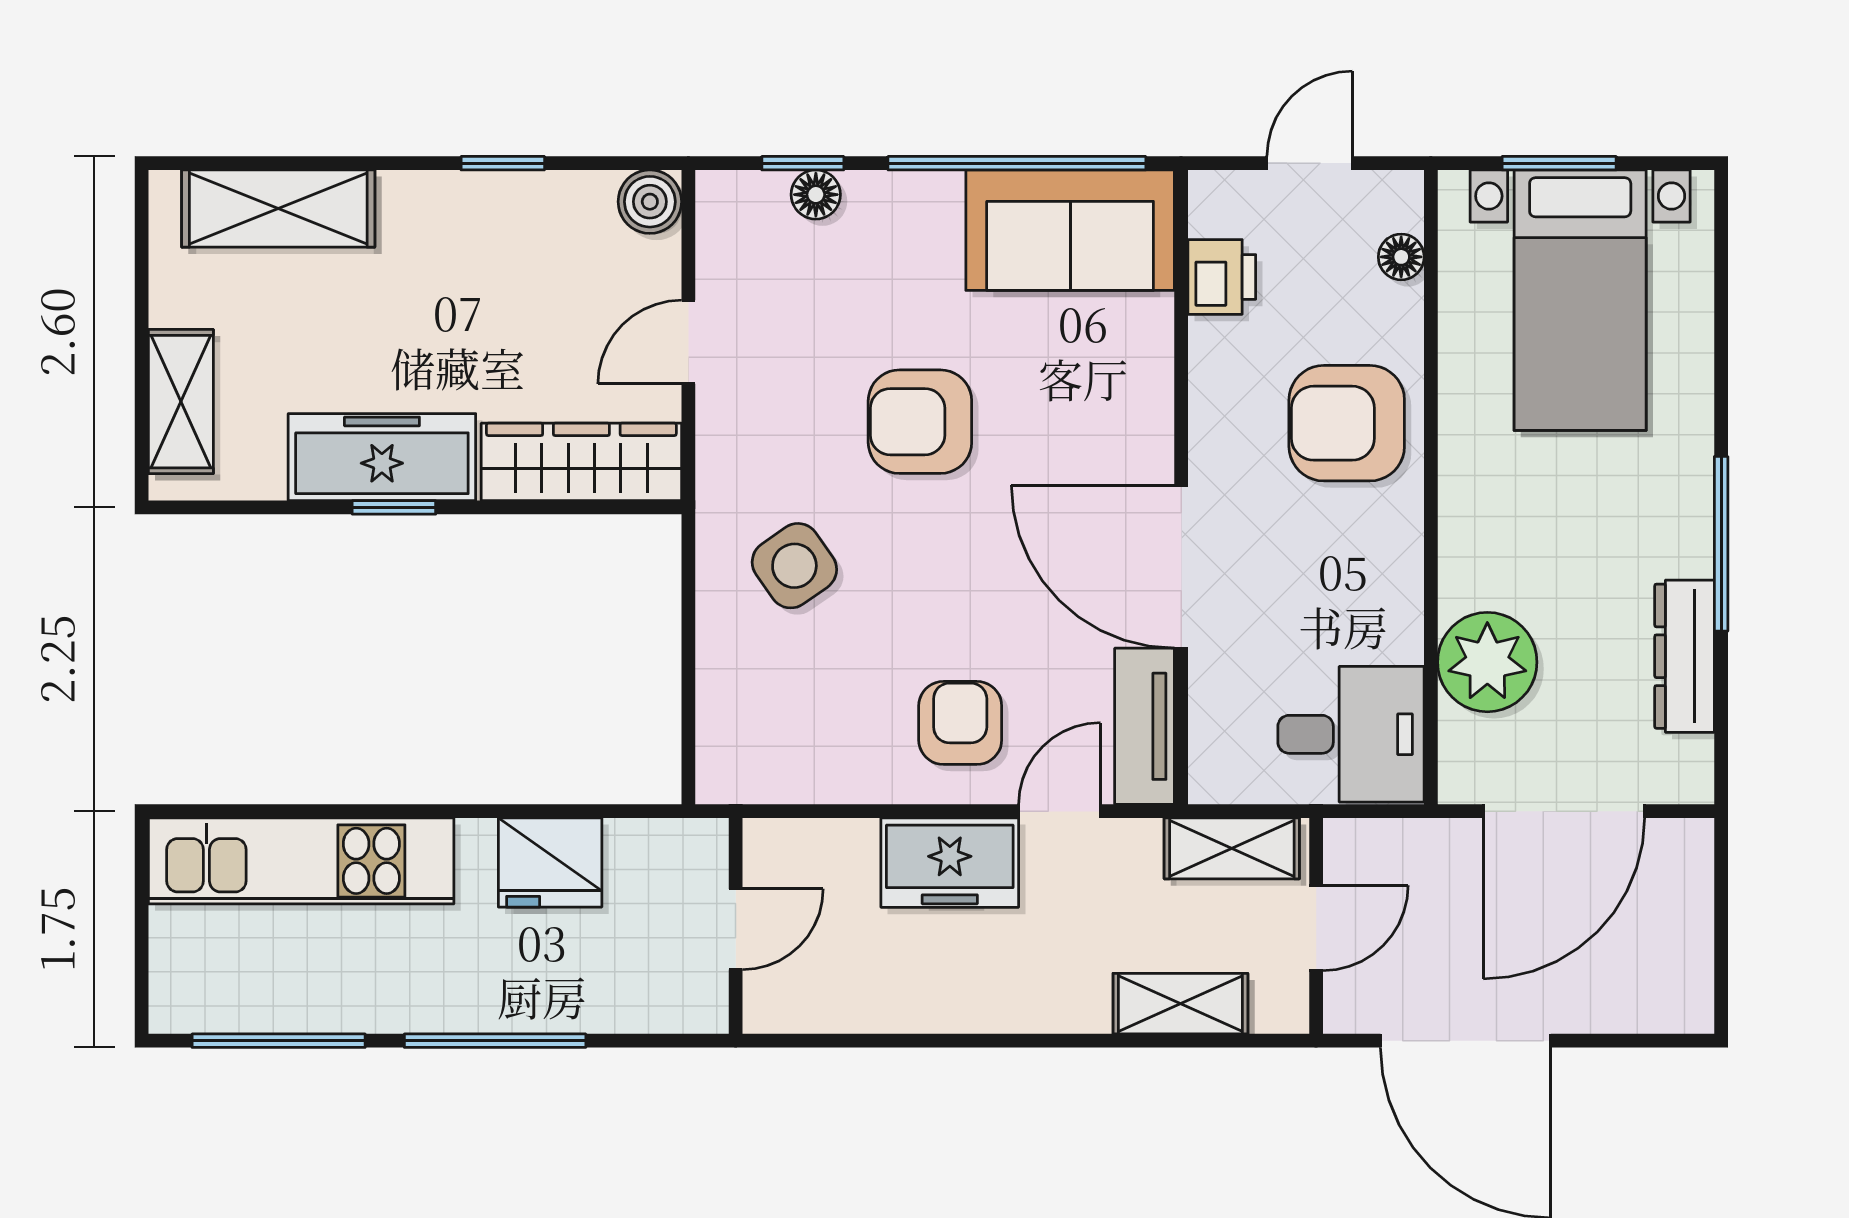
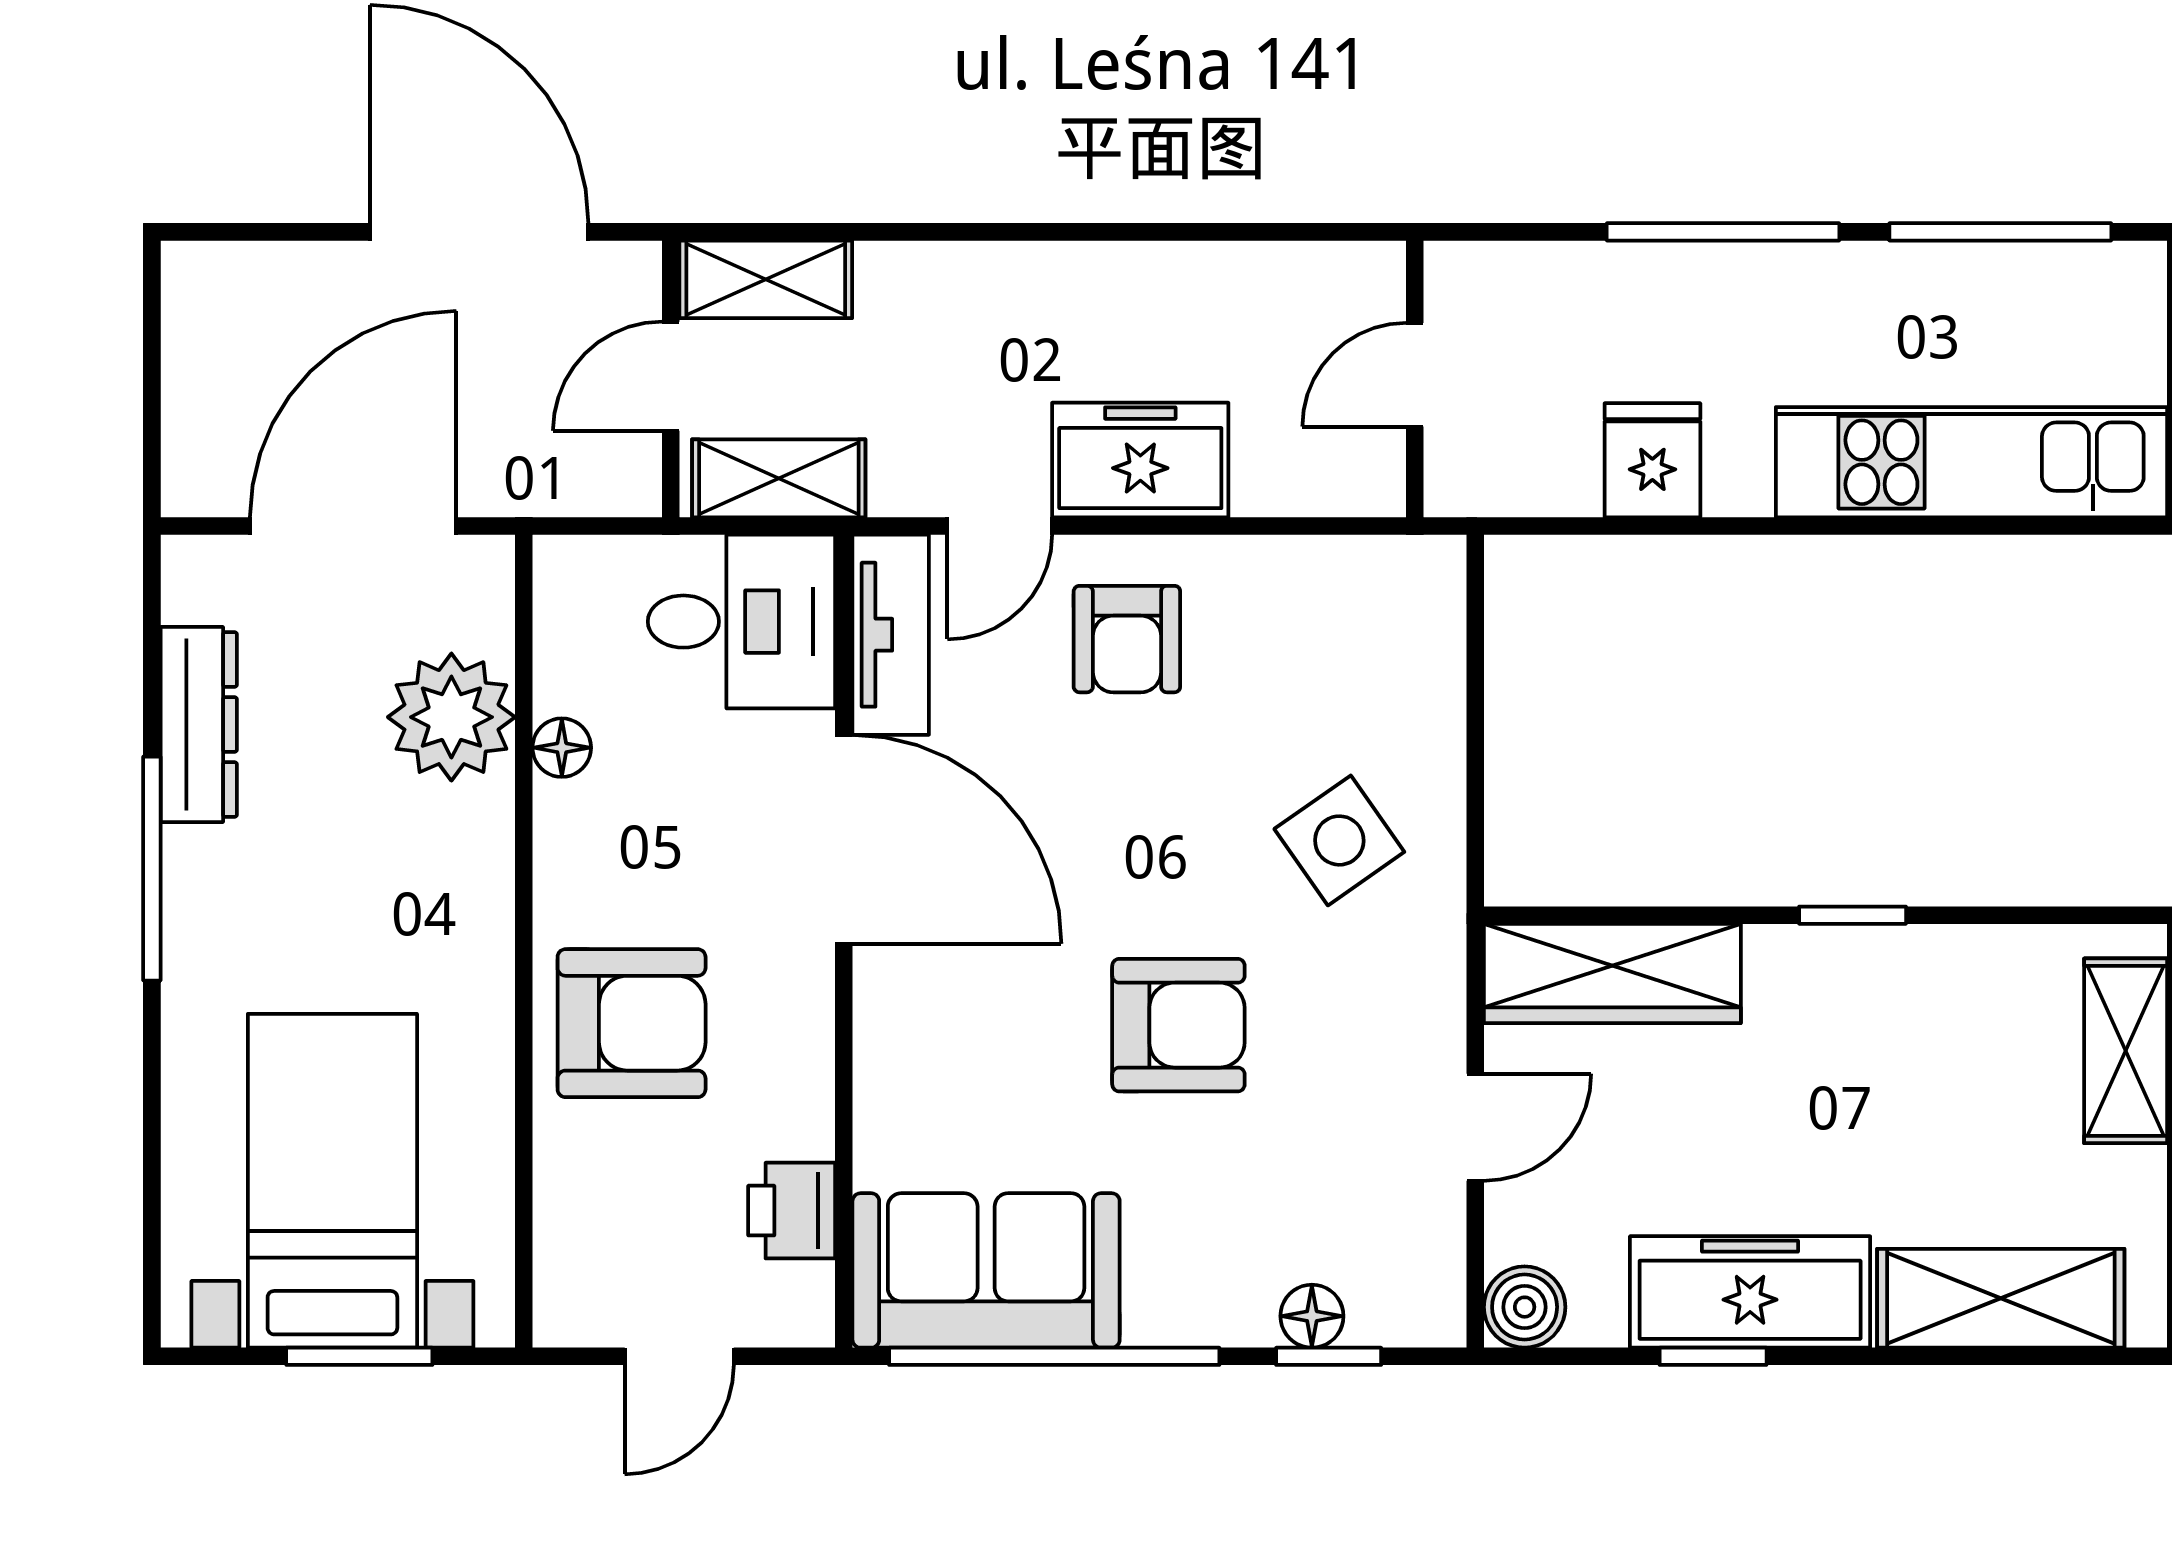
floor lamp: (1401, 257) -> (562, 748), moved
freezer: (382, 457) -> (1750, 1292), moved, turned 180
desk: (1351, 734) -> (741, 622), moved, turned 180
fridge: (550, 862) -> (1652, 460), width x0.72
shelving: (1180, 1004) -> (766, 279), moved

